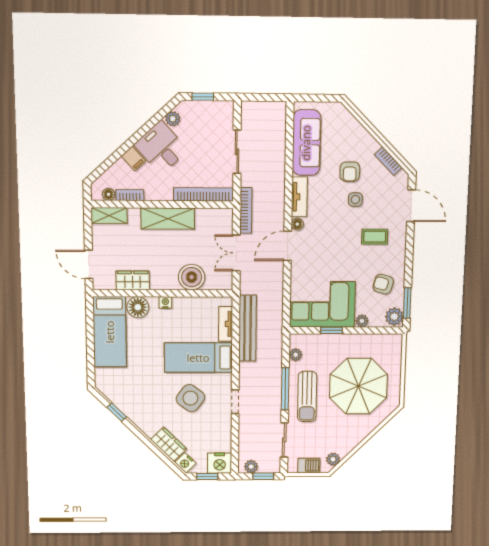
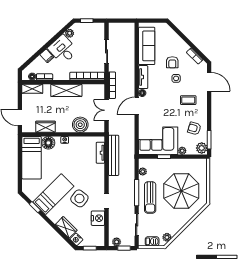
bed: (198, 358) -> (53, 194), moved, turned 135
nightstand: (220, 463) -> (98, 218), moved, turned -90

